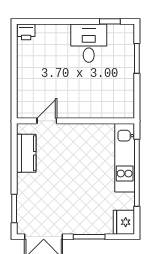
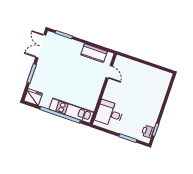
printer: (26, 32) -> (148, 132), moved
desk: (89, 43) -> (109, 113), moved, turned 180

